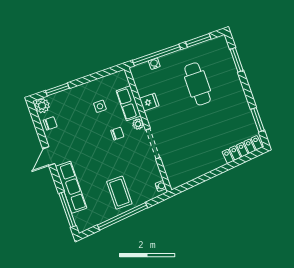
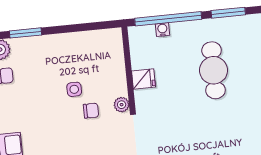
row of seats: (129, 103) -> (116, 74), removed
side table: (100, 106) -> (74, 89), moved

